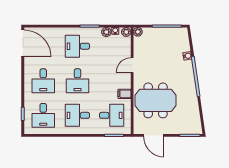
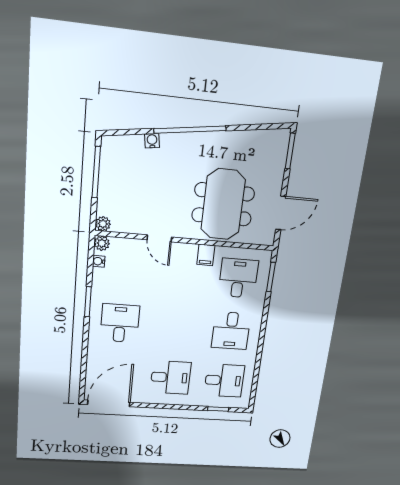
plant: (106, 32) -> (100, 276), removed
desk: (77, 46) -> (120, 323), turned 180
desk: (77, 81) -> (176, 327), removed

